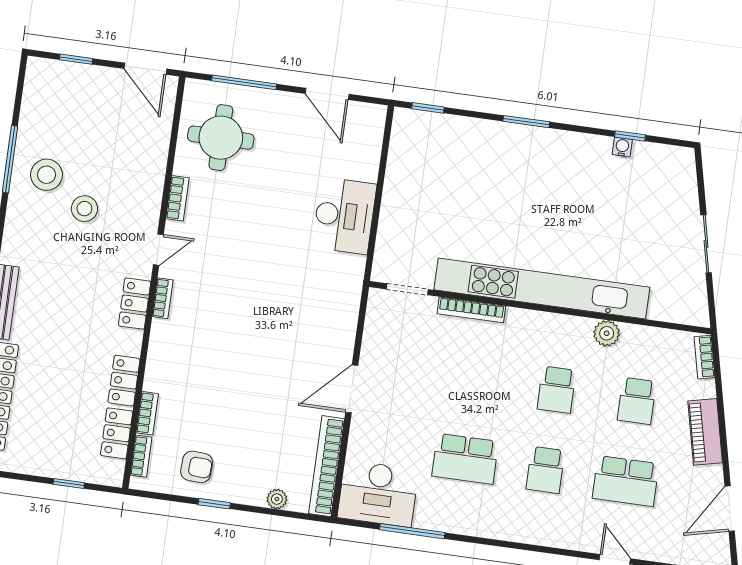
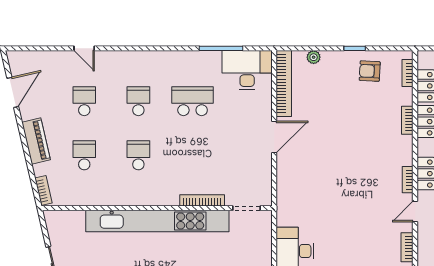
plant: (607, 333) -> (110, 197), removed
bookcase: (147, 413) -> (407, 120), moved
school desk: (626, 481) -> (84, 101), width x0.54

